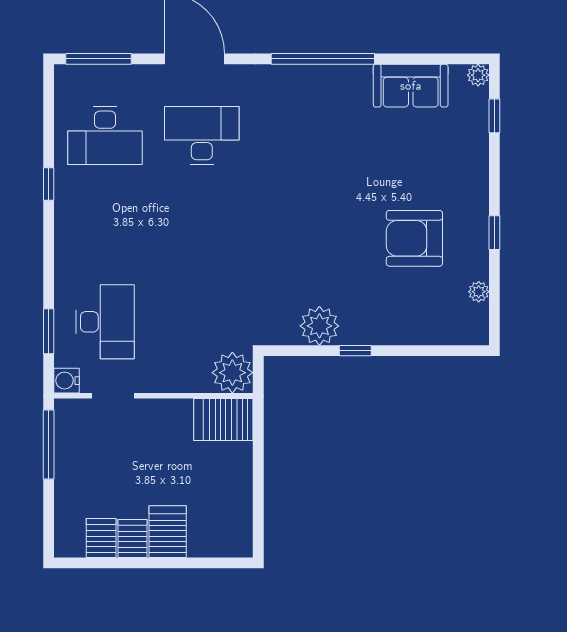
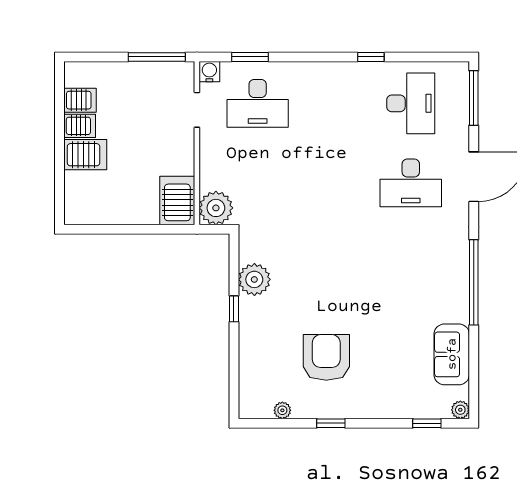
desk: (105, 135) -> (411, 103), turned 180
desk: (202, 135) -> (411, 183), turned 90

